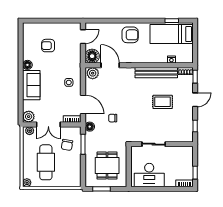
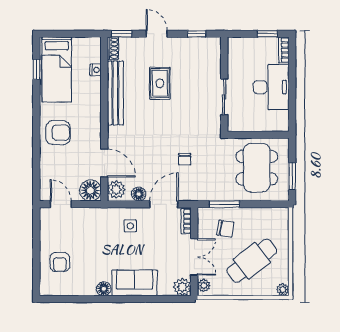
armchair: (130, 35) -> (58, 133), turned 90
armchair: (48, 46) -> (60, 262), moved
door: (110, 65) -> (104, 163), swing flipped
floor lamp: (90, 127) -> (139, 194), moved
cafe table: (46, 162) -> (252, 261), turned -38
dining table: (107, 166) -> (257, 168), width x1.38
desk: (149, 175) -> (271, 87), moved

